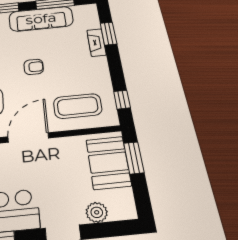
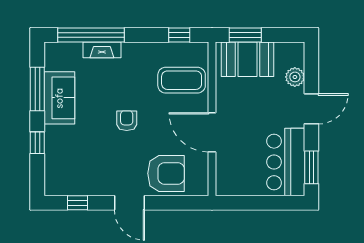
sofa: (41, 19) -> (59, 98), width x0.73
window: (108, 34) -> (91, 35), width x2.11
coffee table: (78, 106) -> (182, 80), turned 90

